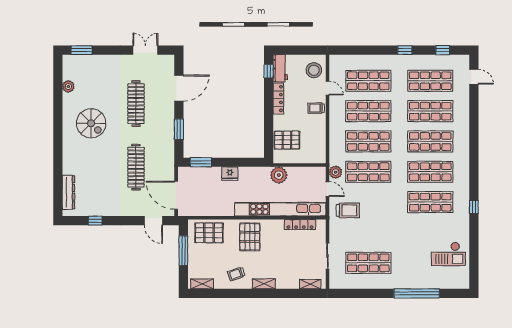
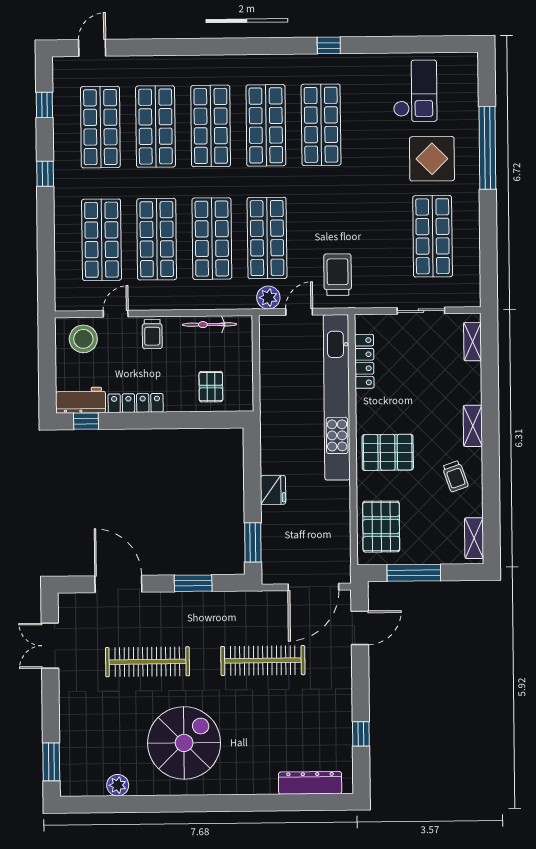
spiral stairs: (91, 123) -> (184, 743), width x1.37, depth x1.37
pallet: (287, 140) -> (211, 387), width x0.67, depth x0.71
bicycle: (321, 140) -> (209, 325), added
plant: (279, 175) -> (275, 401), removed
display table: (411, 263) -> (432, 159), added

